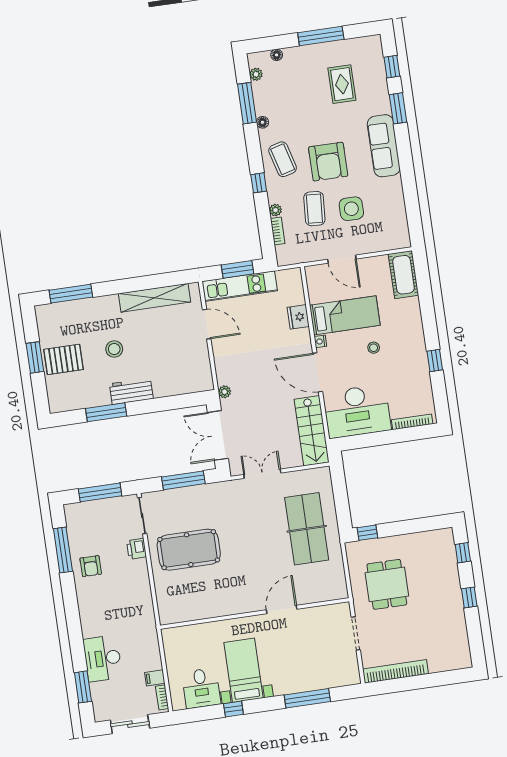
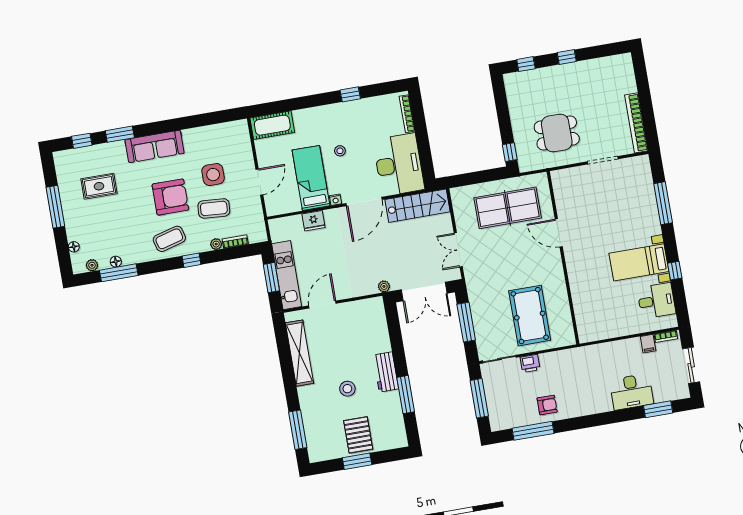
floor lamp: (262, 122) -> (116, 262), moved
door: (282, 610) -> (559, 233), moved
wall: (255, 613) -> (563, 258), moved

